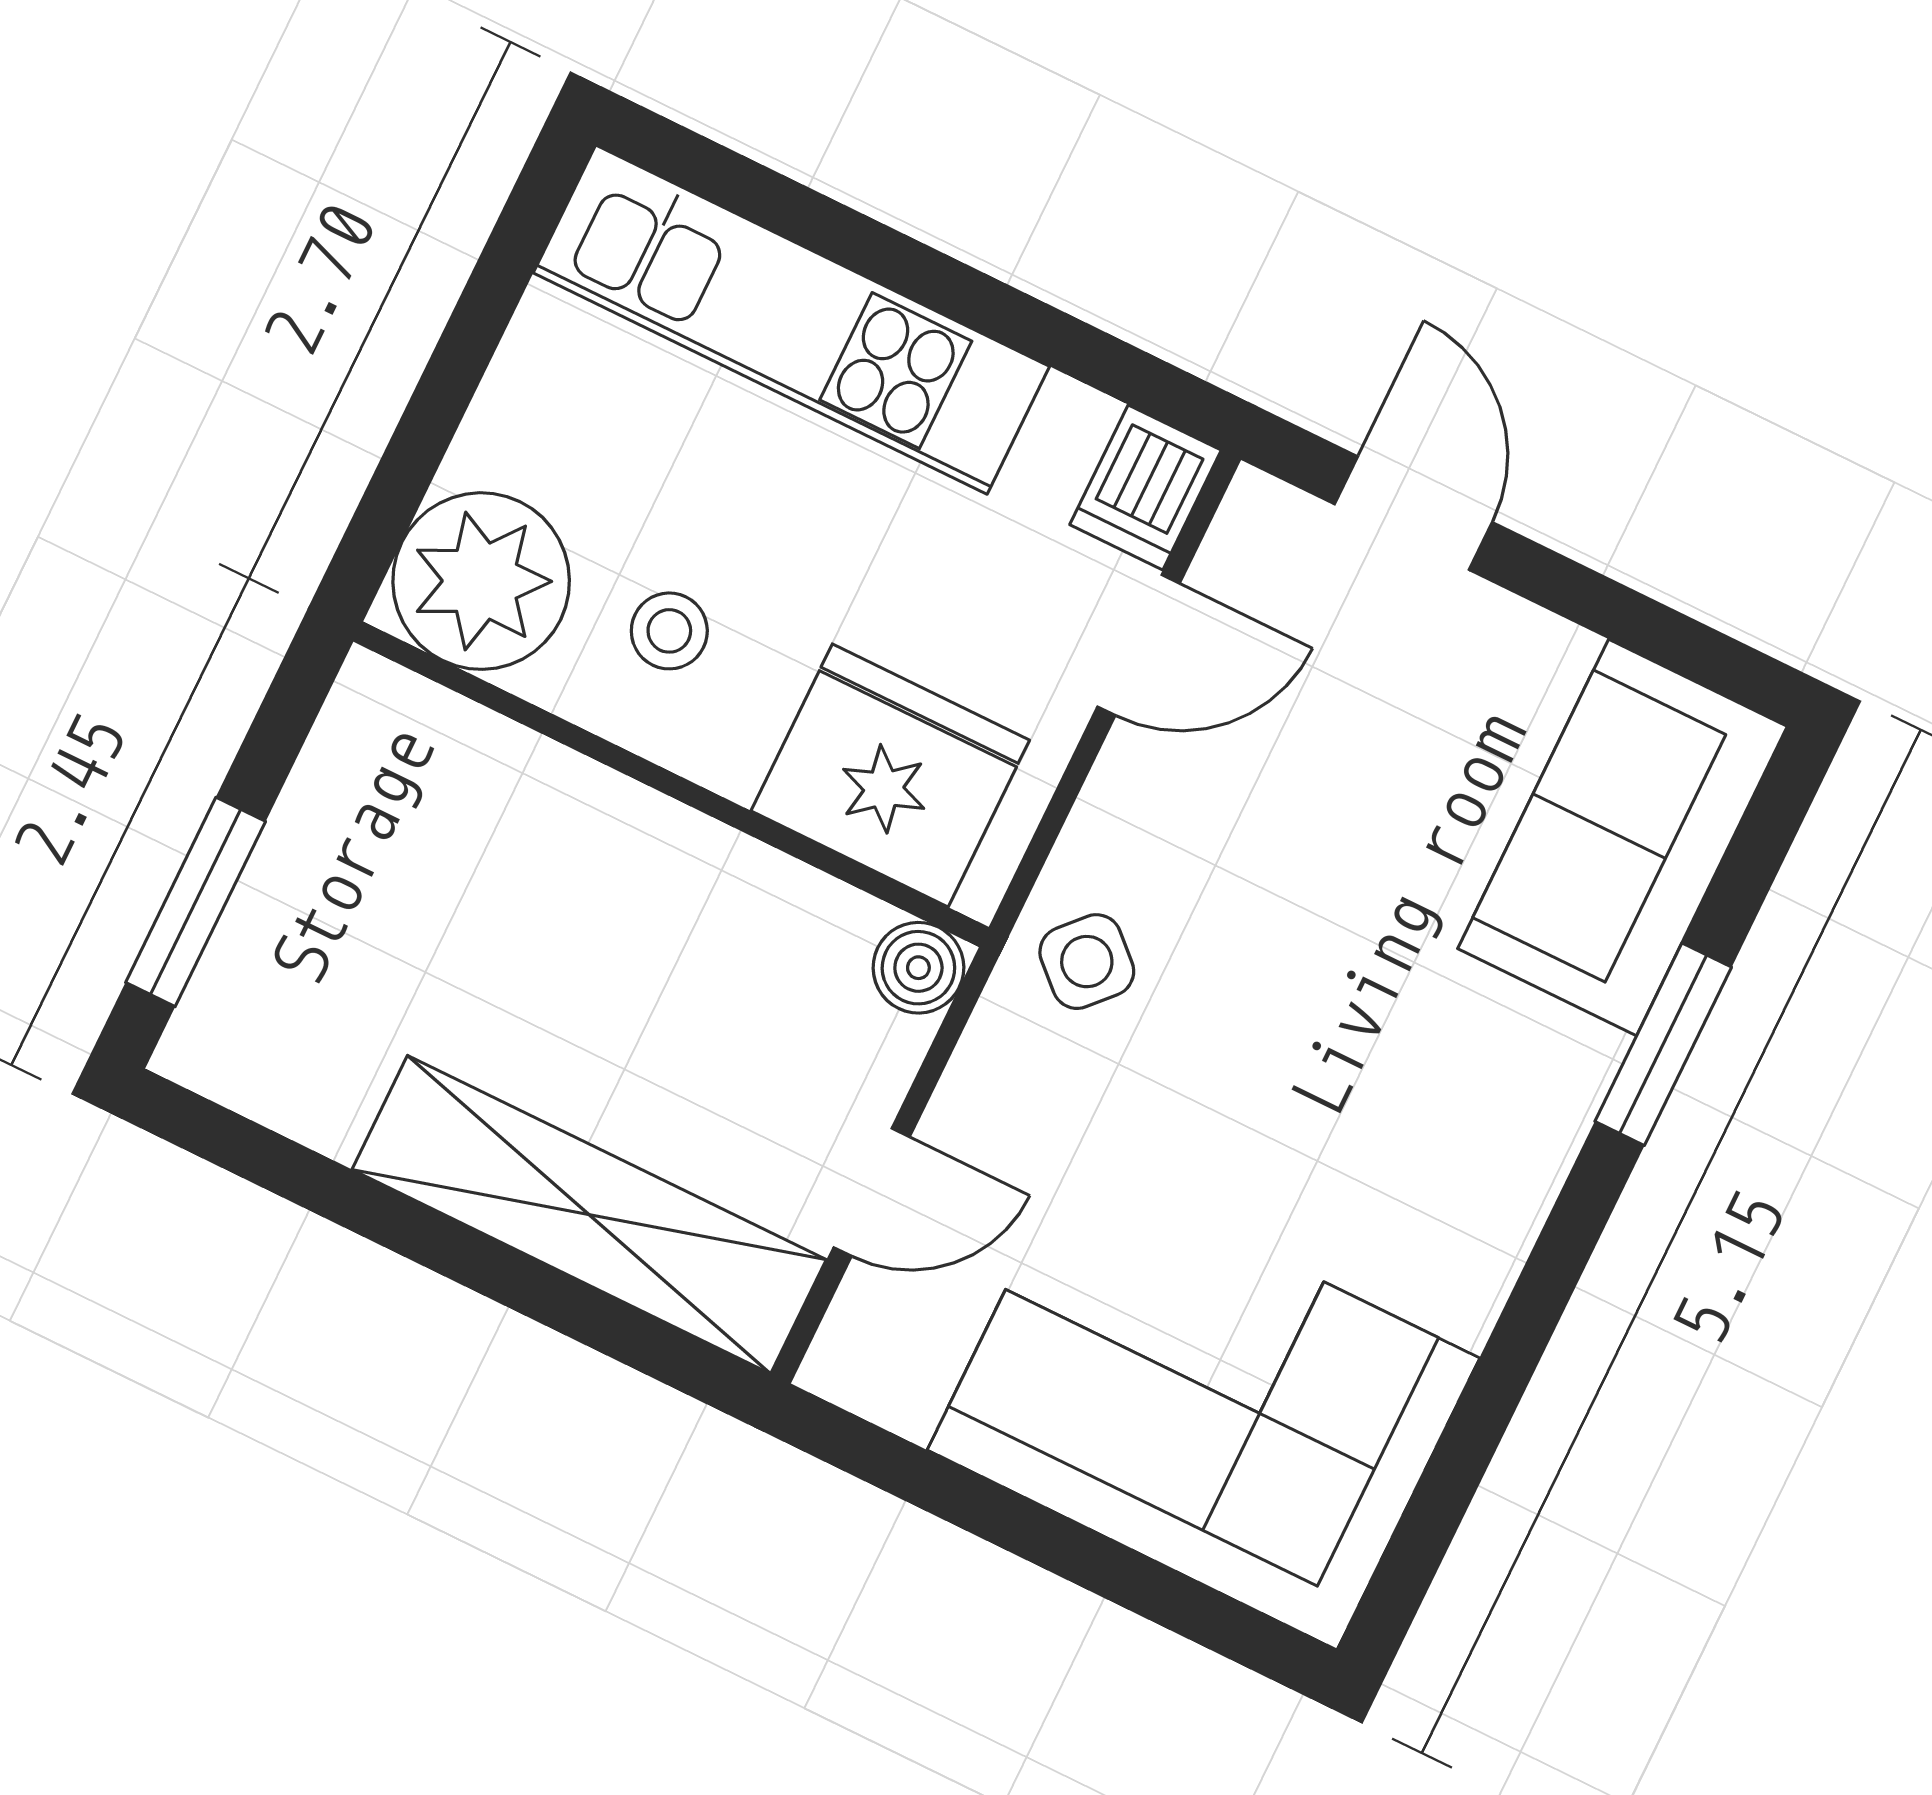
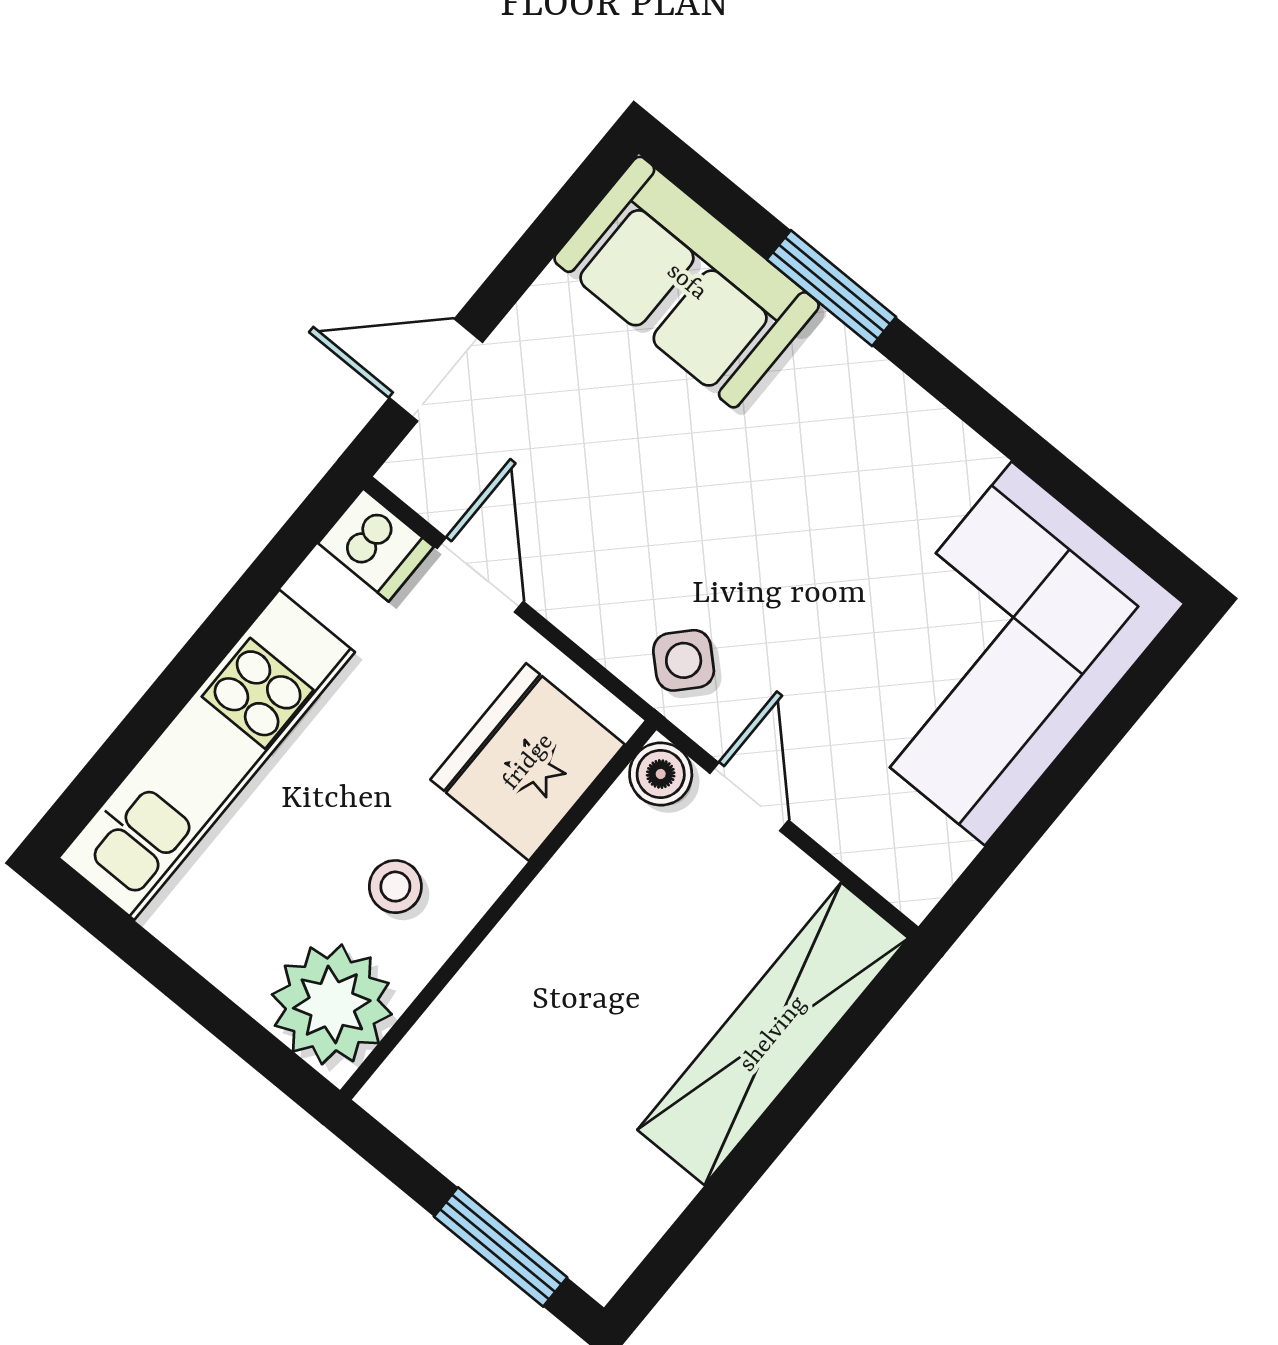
door: (872, 1192) -> (749, 797), moved

